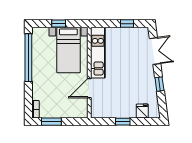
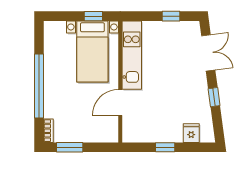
window: (59, 24) -> (93, 16), moved
window: (28, 58) -> (39, 86), moved

